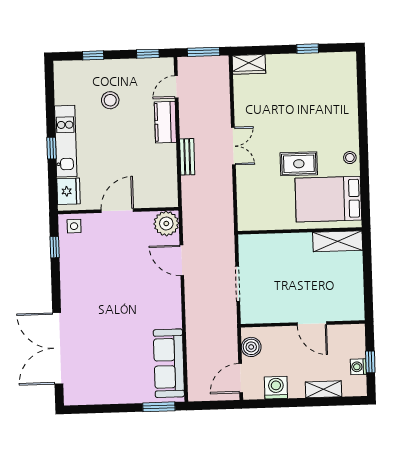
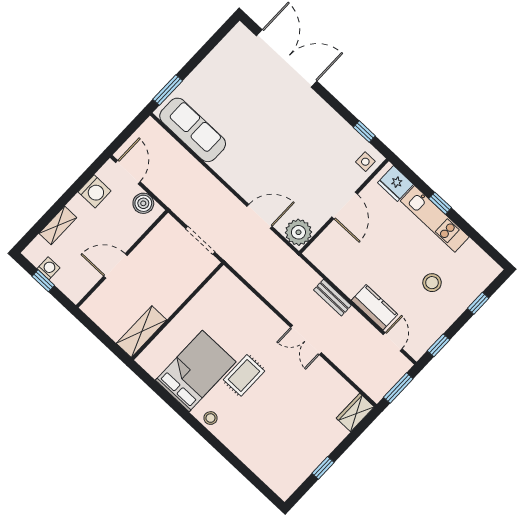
wall: (300, 231) -> (178, 311), moved
shelving: (338, 241) -> (142, 332), moved

